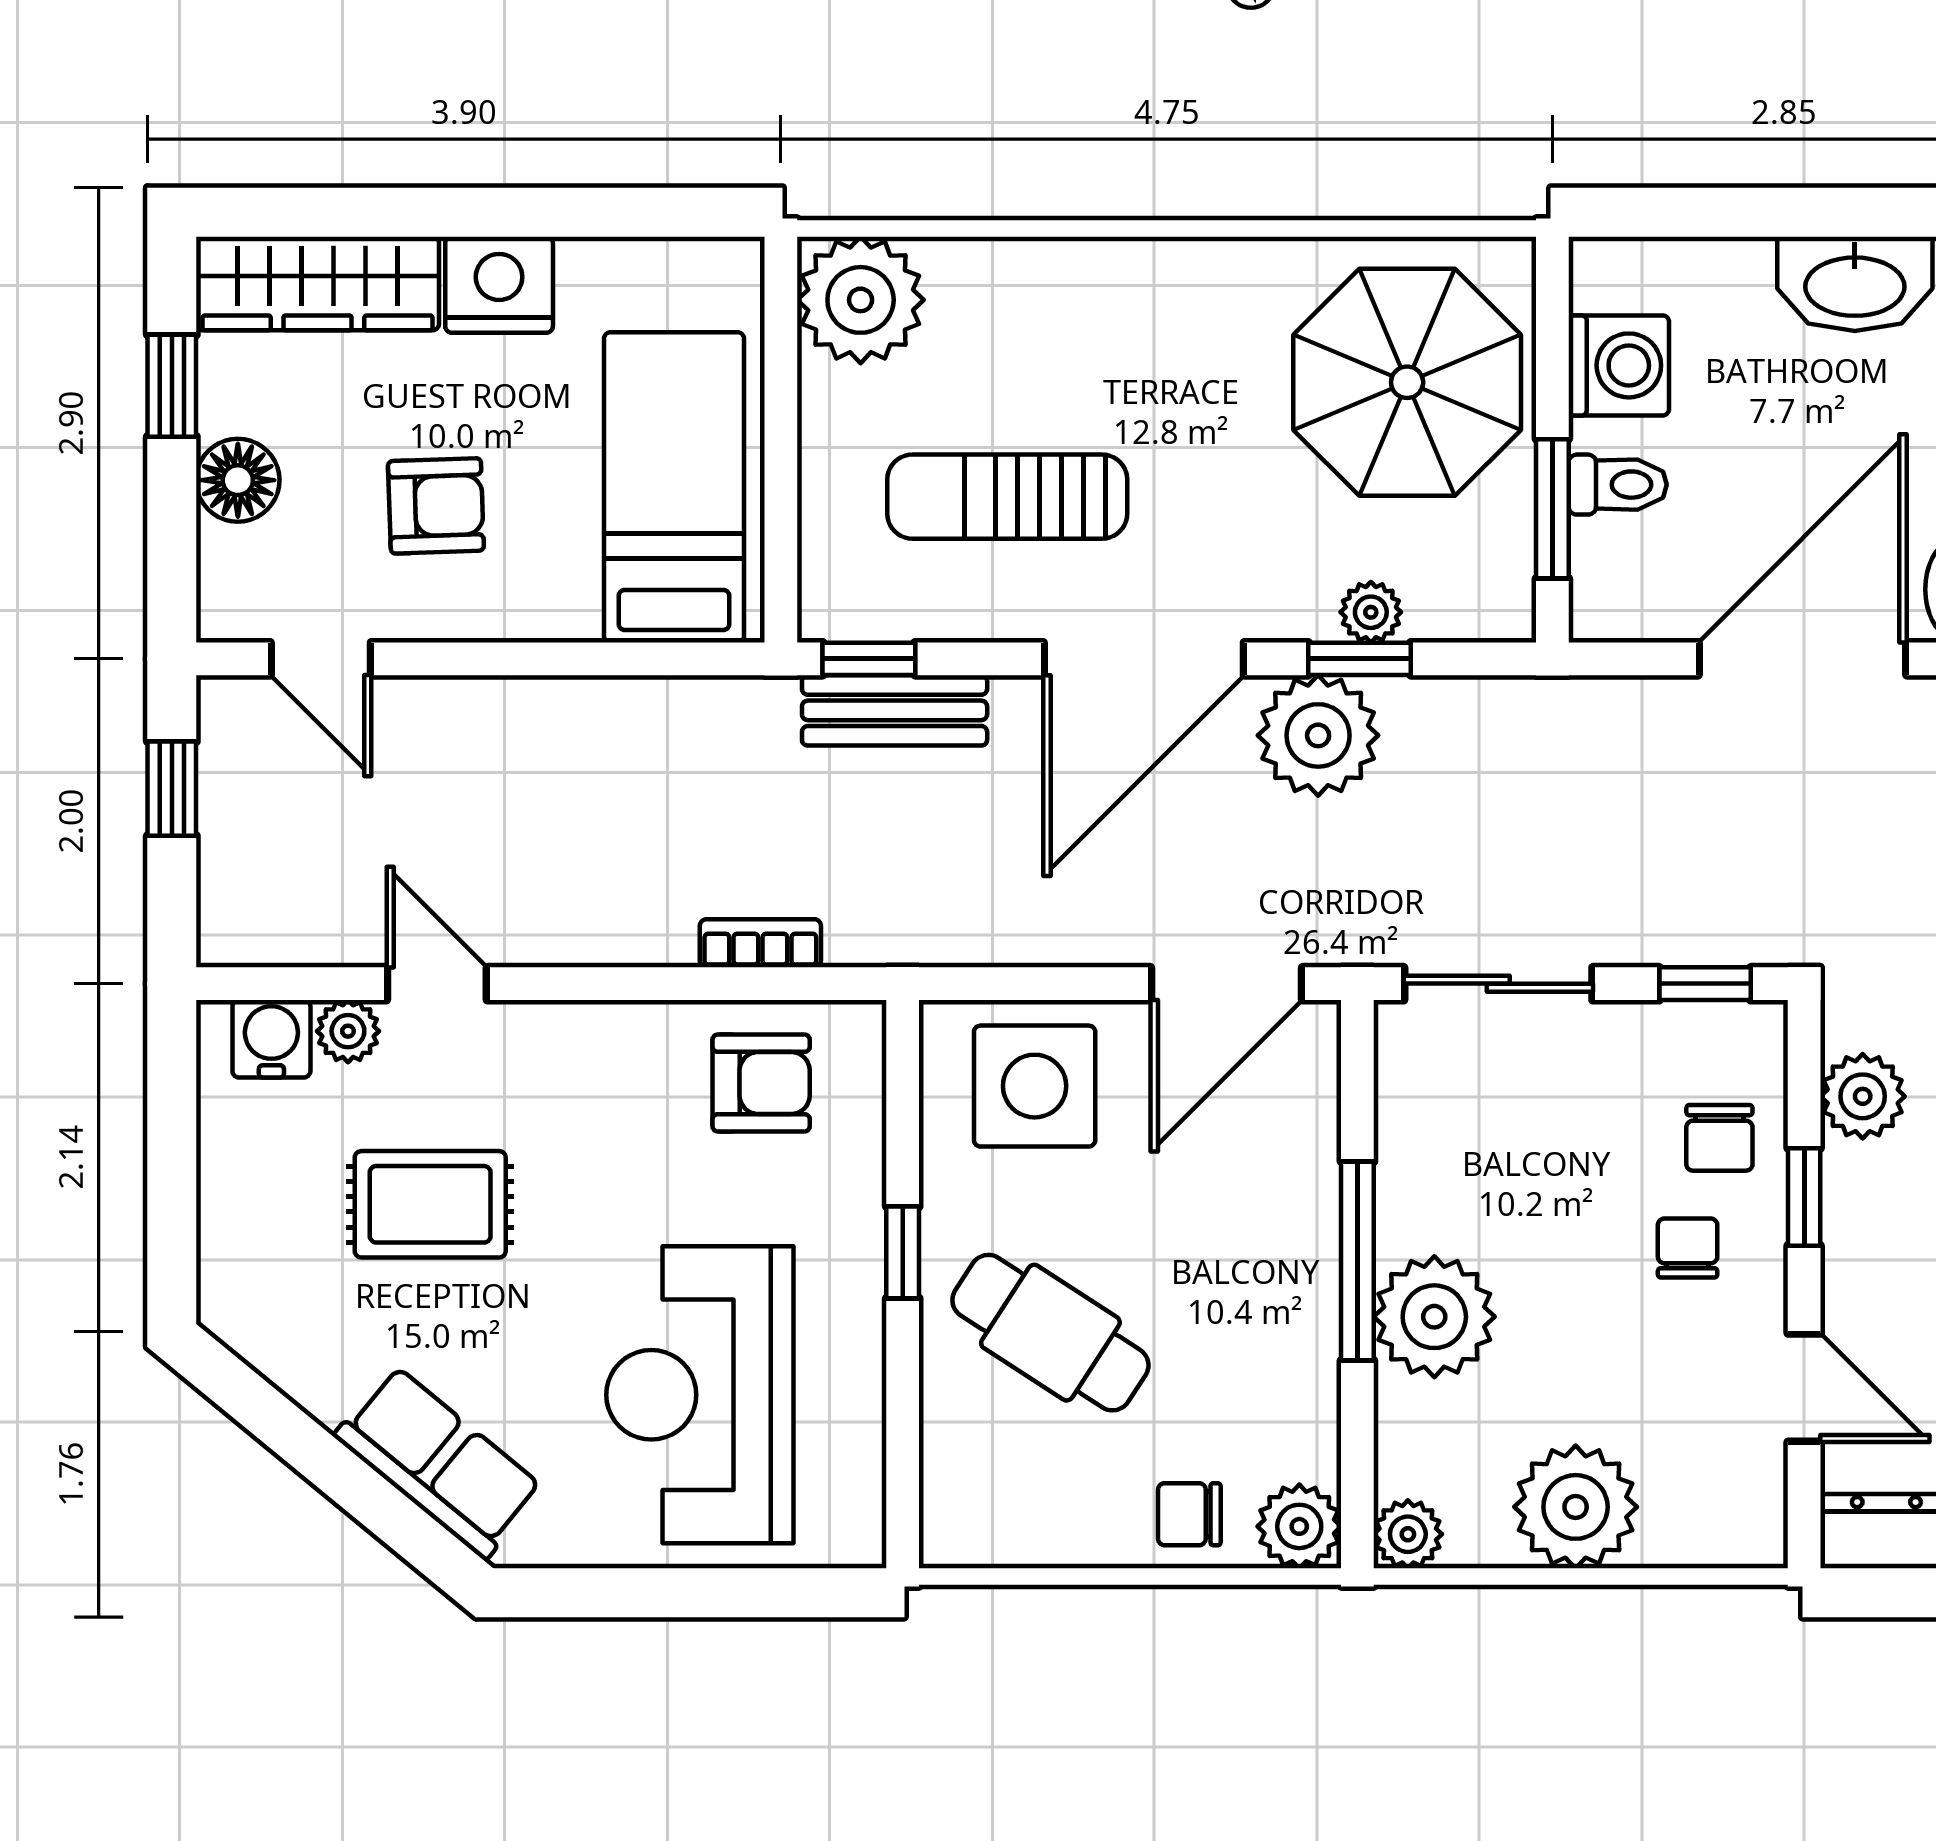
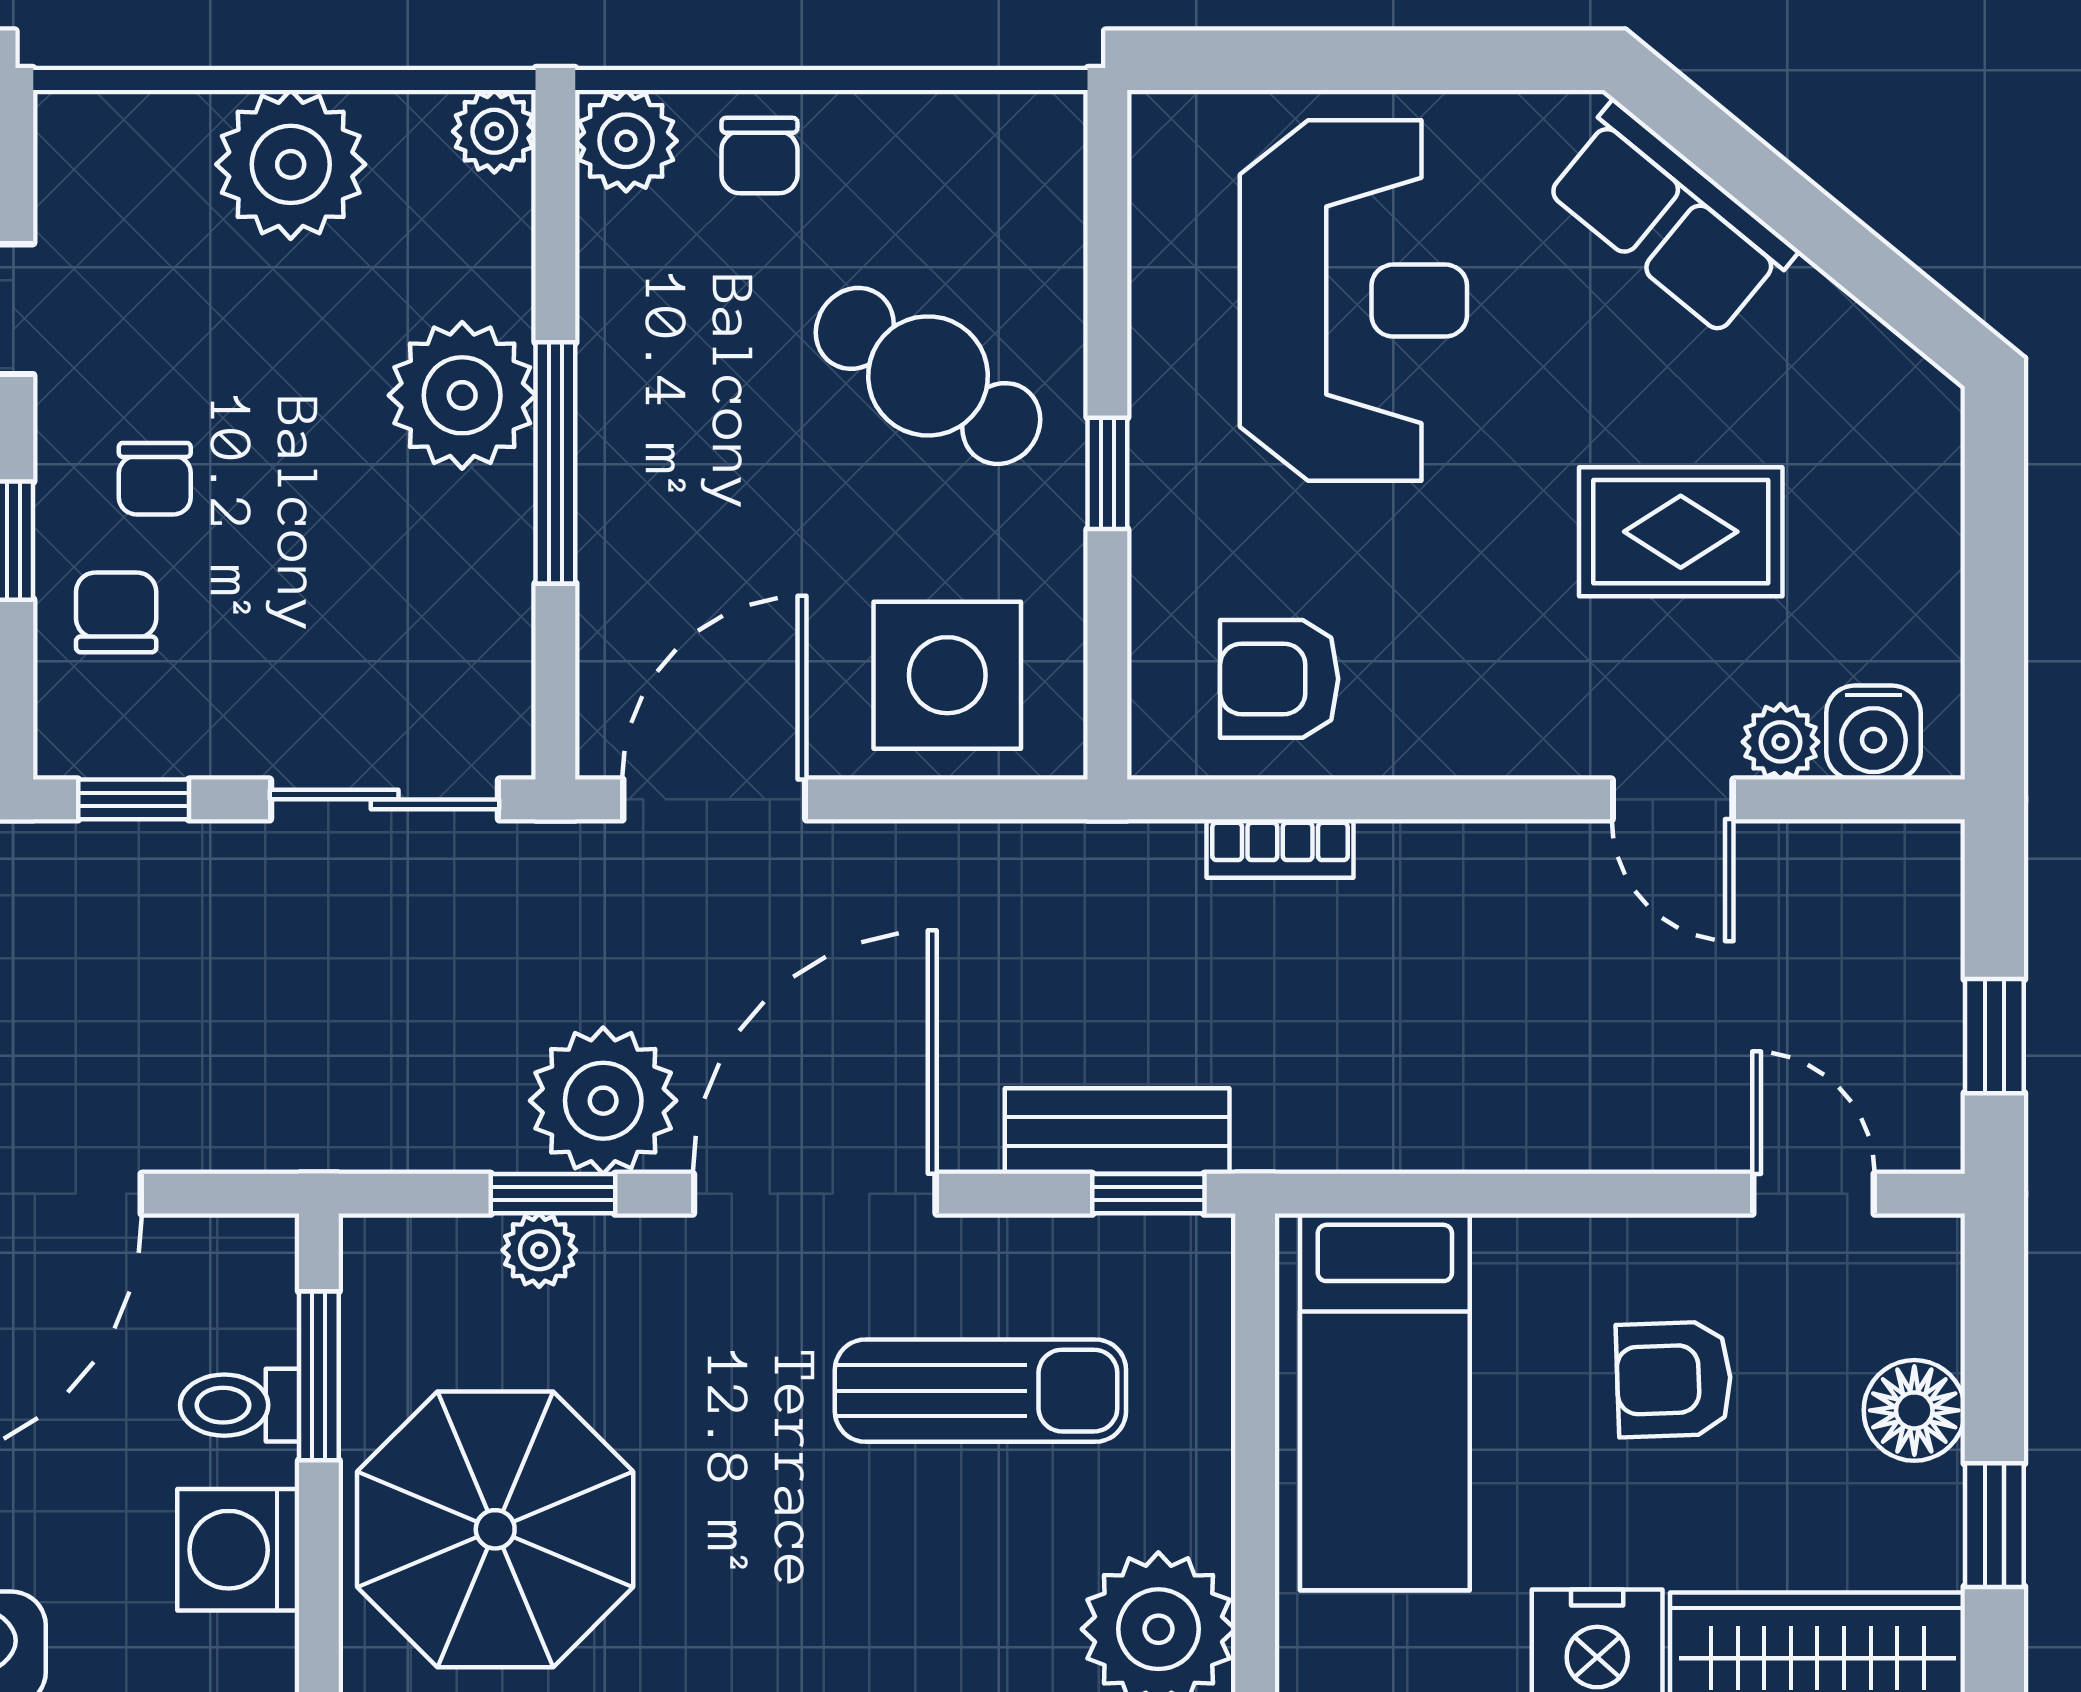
chair: (1189, 1514) -> (759, 156), turned 90

